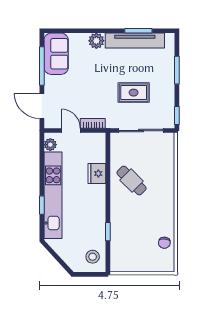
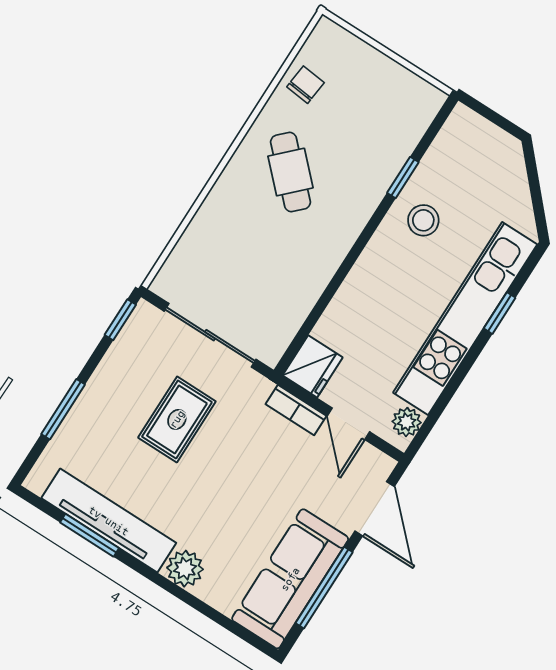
sofa: (56, 54) -> (290, 579), width x1.36
rug: (134, 93) -> (177, 419), turned 90
fridge: (97, 174) -> (313, 366), moved
cafe table: (132, 181) -> (290, 172), moved
stool: (93, 257) -> (423, 220), moved

